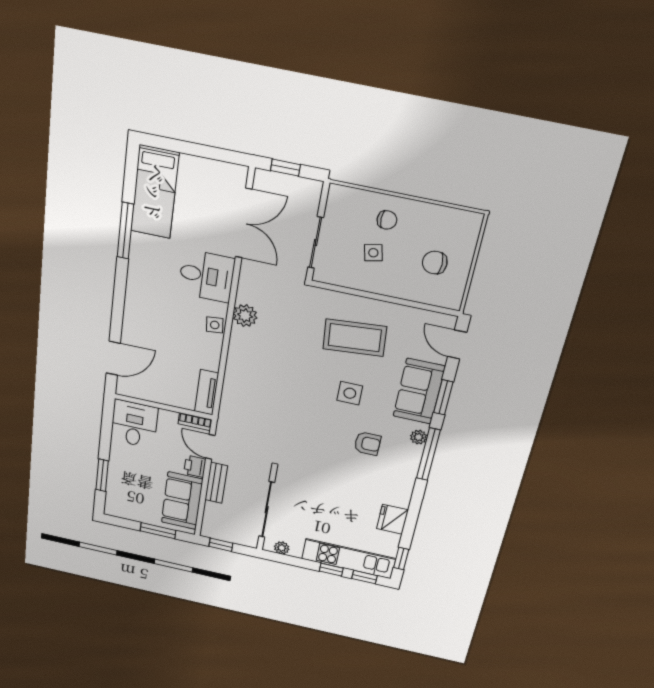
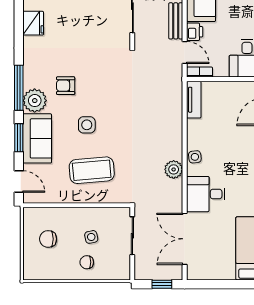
chair: (435, 263) -> (48, 239), turned 180
plant: (419, 437) -> (35, 101), width x1.88, depth x1.88

